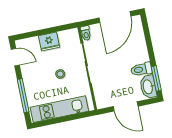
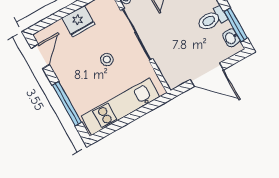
door: (15, 57) -> (40, 56), hinge flipped
washbasin: (148, 87) -> (231, 38), width x0.52, depth x0.69

